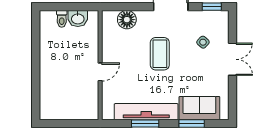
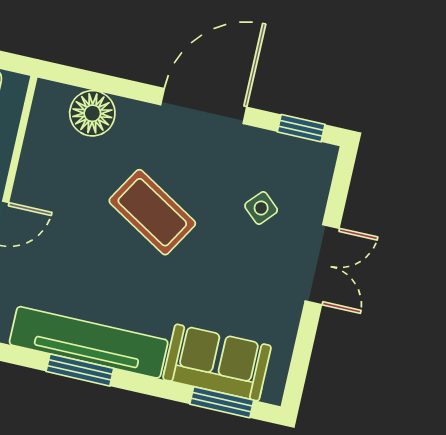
coffee table: (160, 54) -> (152, 212), turned -59
window: (192, 123) -> (222, 402), moved

